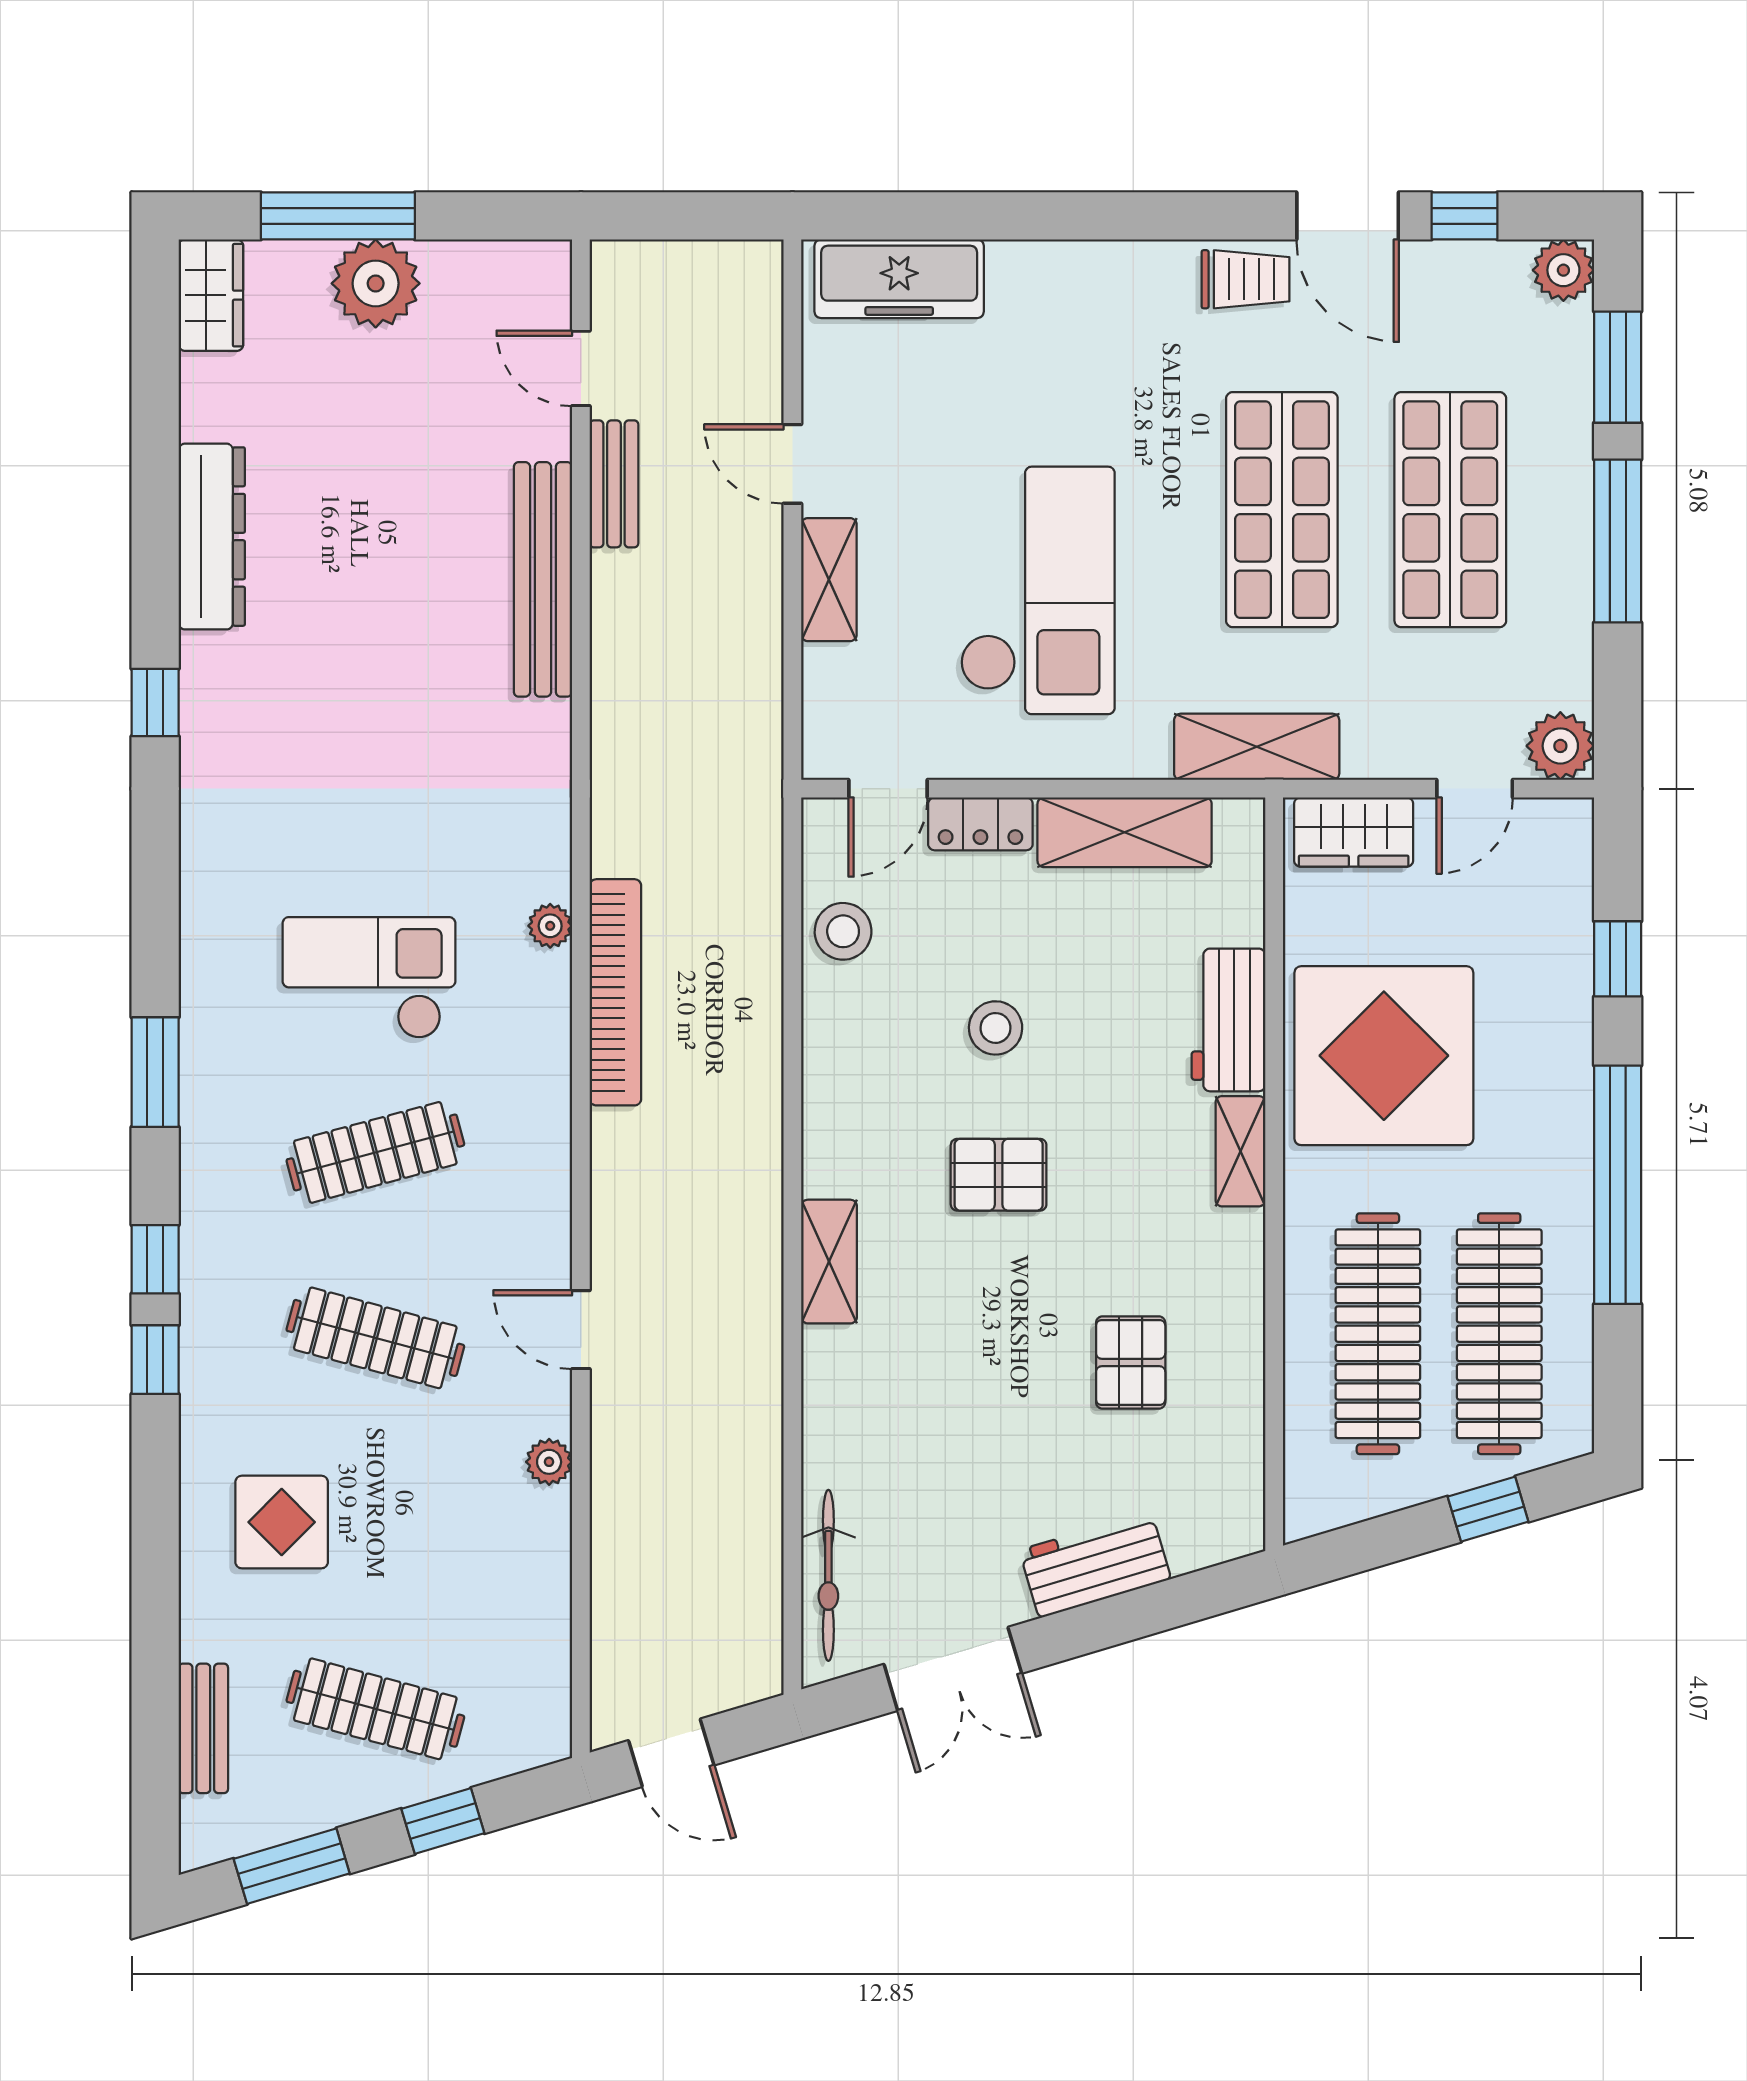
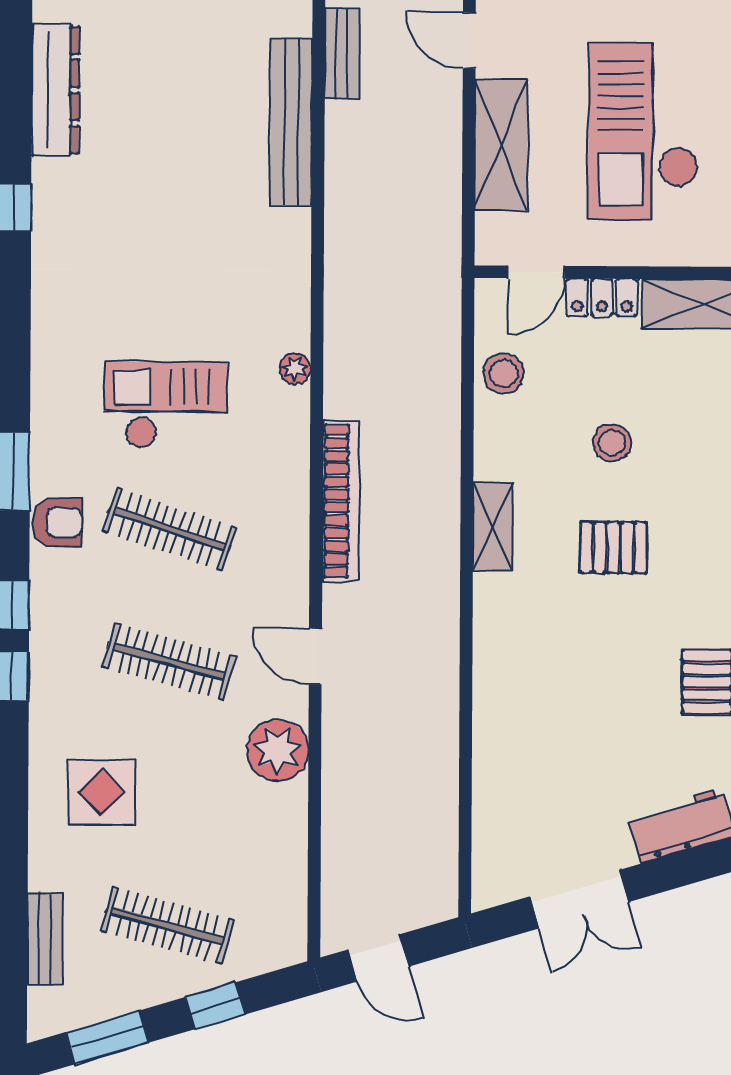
shelving: (829, 580) -> (501, 145), width x1.50, depth x1.33
checkout: (1037, 590) -> (643, 131), turned 180
bookcase: (615, 992) -> (341, 501), moved
armchair: (218, 1144) -> (57, 523), added
clothes rail: (375, 1152) -> (170, 529), turned 33
shelving: (829, 1262) -> (493, 526), moved
plant: (549, 1462) -> (278, 750), width x1.88, depth x1.88
bicycle: (828, 1575) -> (491, 832), removed

